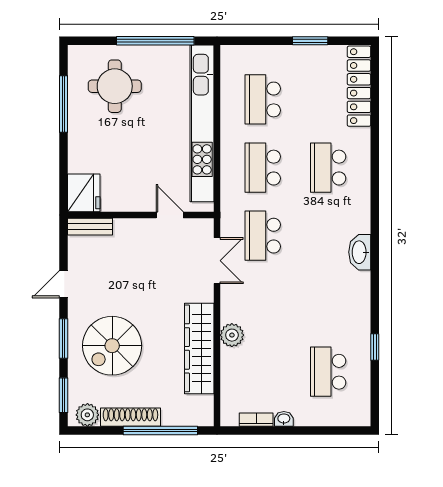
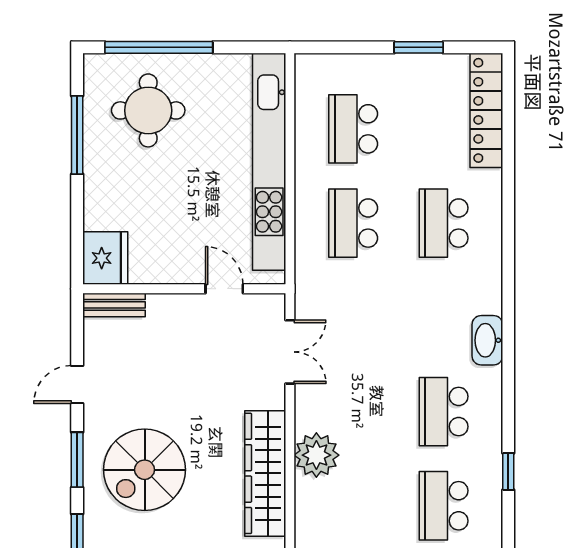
window: (155, 41) -> (159, 47), moved
school desk: (263, 236) -> (444, 412), moved
plant: (232, 335) -> (316, 455), width x1.36, depth x1.36

